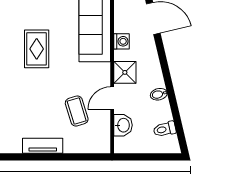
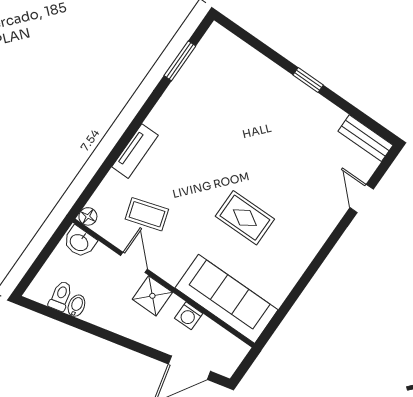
bidet: (159, 94) -> (76, 306), moved
washbasin: (123, 125) -> (79, 242), moved
floor lamp: (104, 147) -> (88, 216), added

